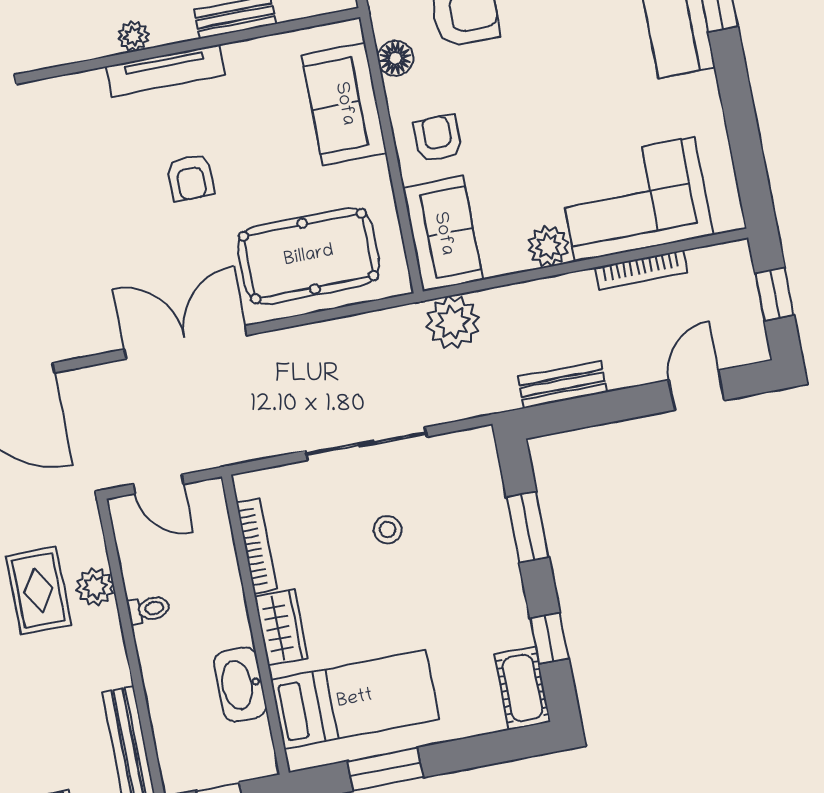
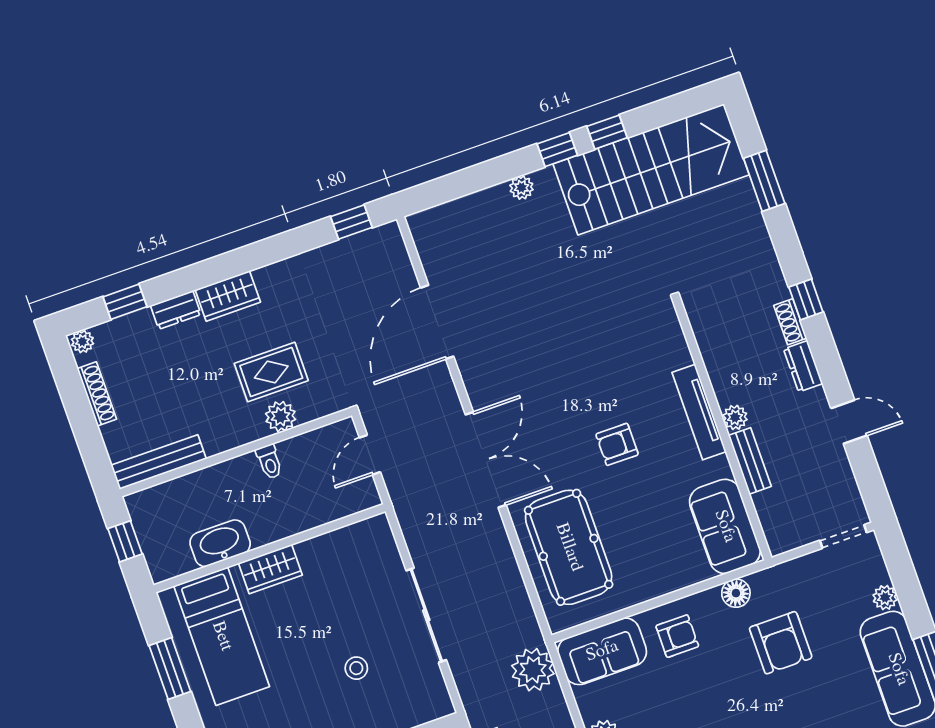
plant: (133, 36) -> (735, 417), moved
sofa: (344, 104) -> (725, 526), moved, turned -90
stool: (387, 530) -> (356, 668), moved
bookcase: (257, 546) -> (332, 540), removed

